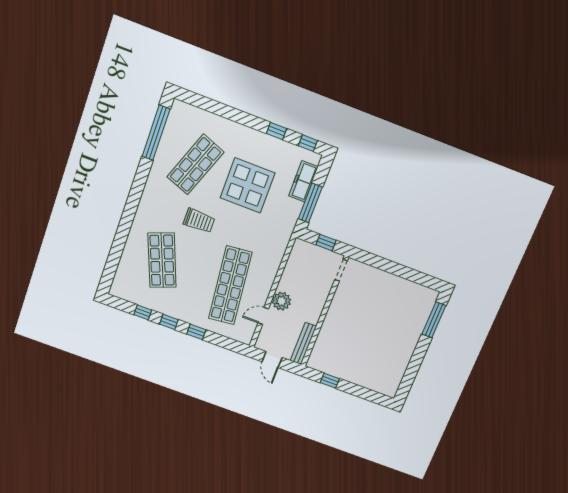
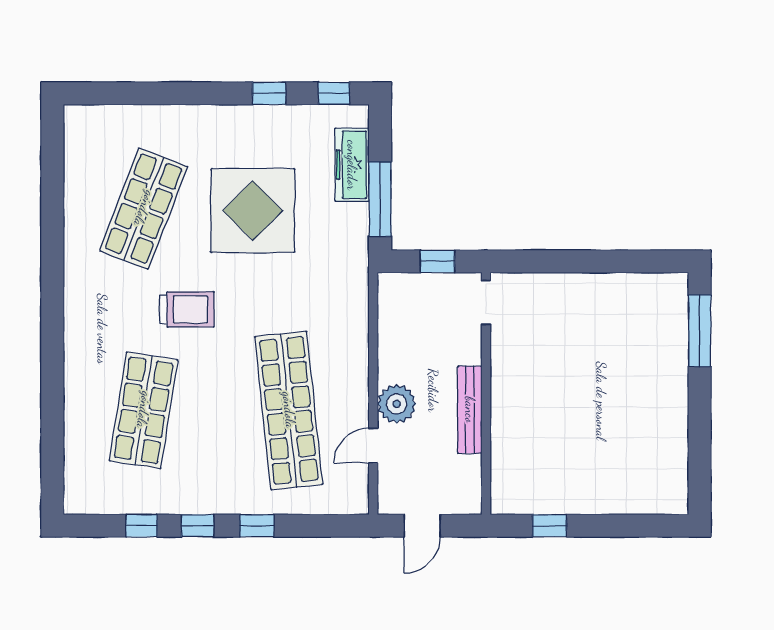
window: (156, 133) -> (52, 179), removed
shop shelf: (162, 260) -> (144, 410), turned 30
bench: (303, 343) -> (470, 410), moved
door: (272, 360) -> (422, 526), hinge flipped

